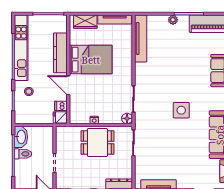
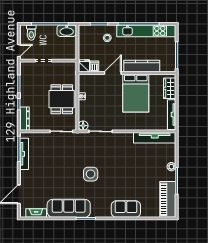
toilet: (23, 154) -> (31, 33), moved

